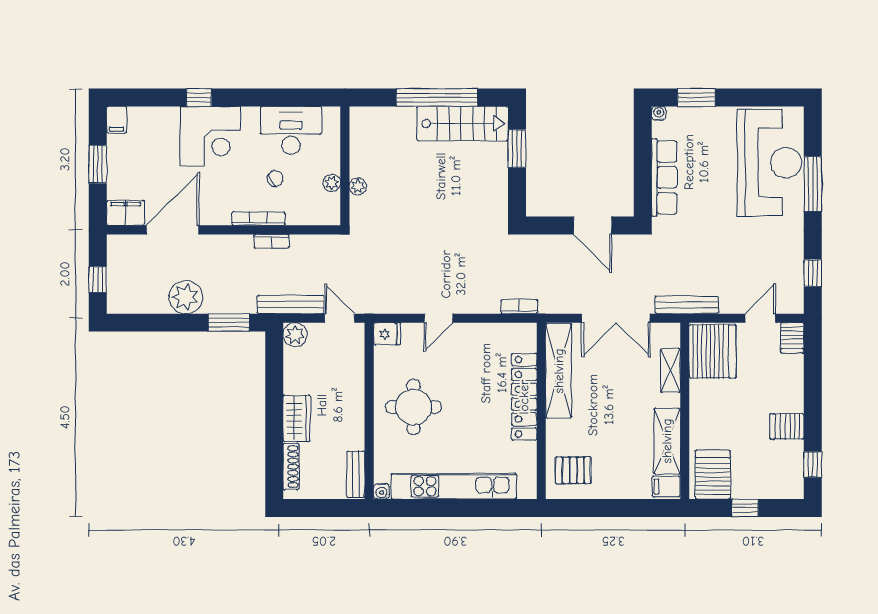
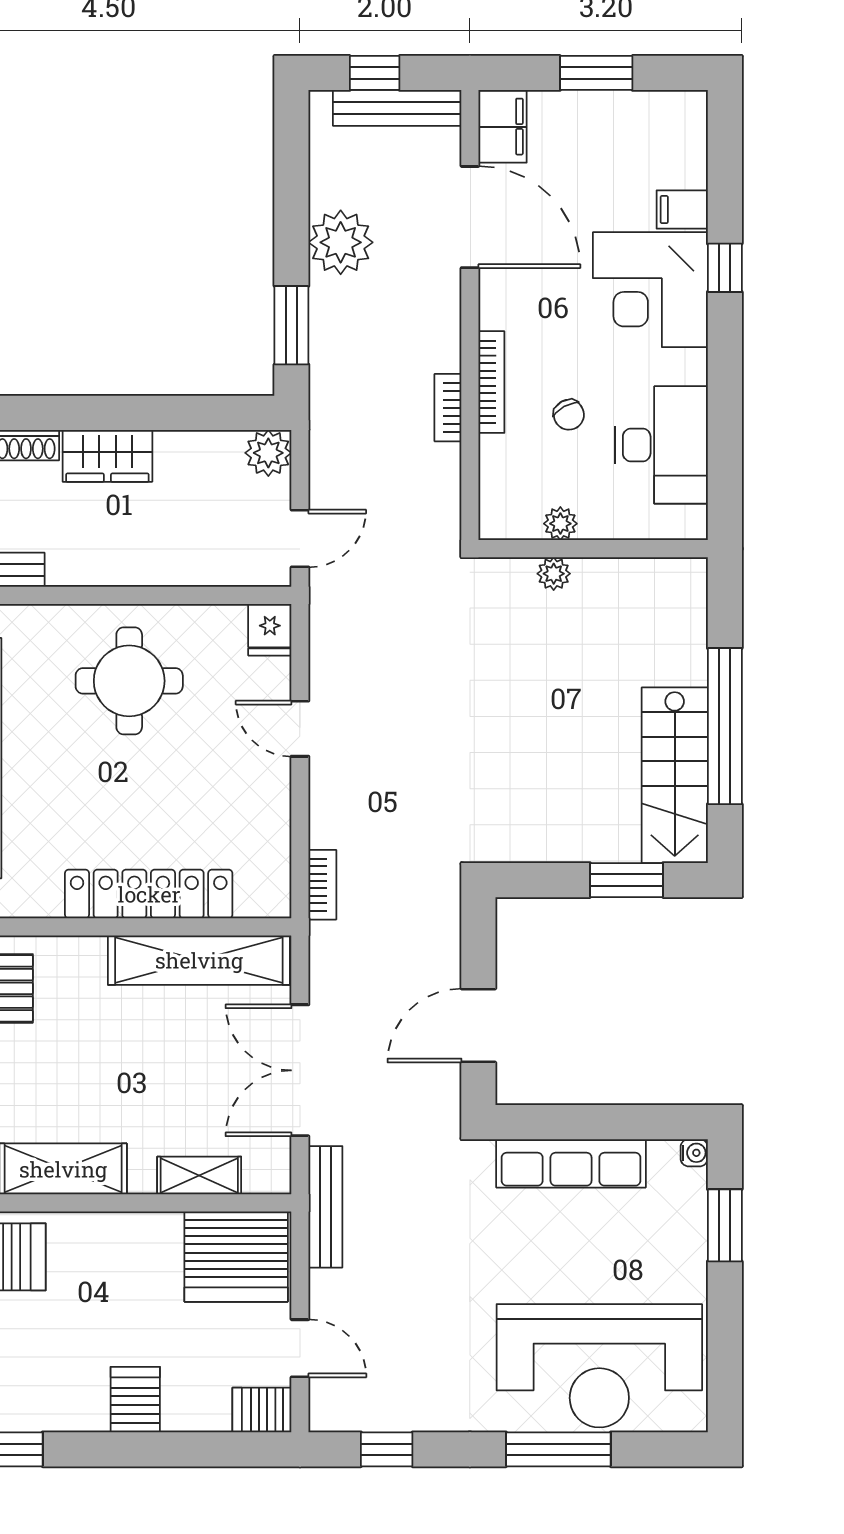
filing cabinet: (117, 120) -> (682, 210), moved
bench: (291, 304) -> (397, 108), moved, turned 90
server rack: (787, 426) -> (135, 1400), moved

